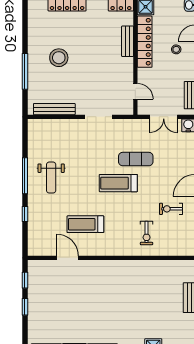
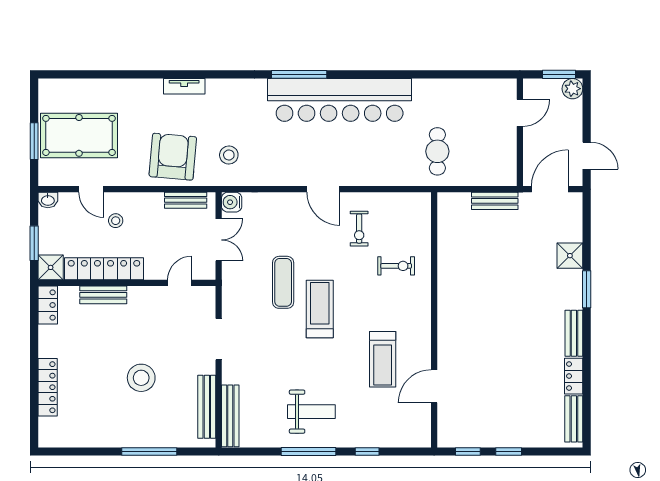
stool: (59, 58) -> (141, 378), moved
bench: (48, 124) -> (230, 416), added
treadmill: (118, 183) -> (320, 309), turned 180

